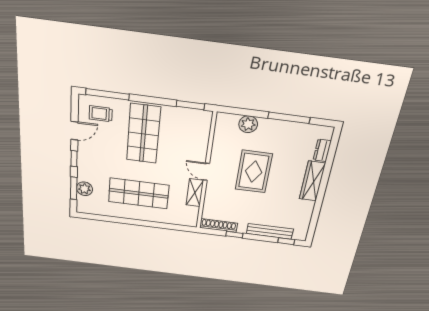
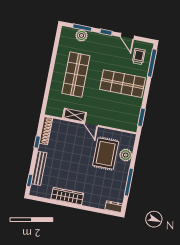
dresser: (322, 150) -> (114, 207), moved
door: (206, 172) -> (91, 125), swing flipped
rug: (254, 172) -> (106, 154), moved, turned 90
wardrobe: (312, 181) -> (67, 196), moved

